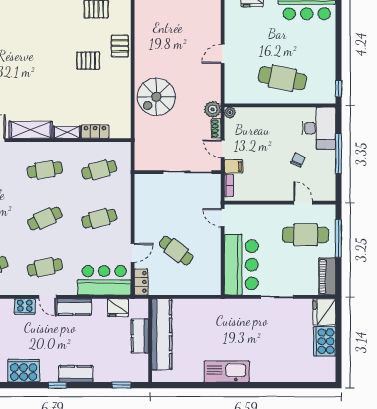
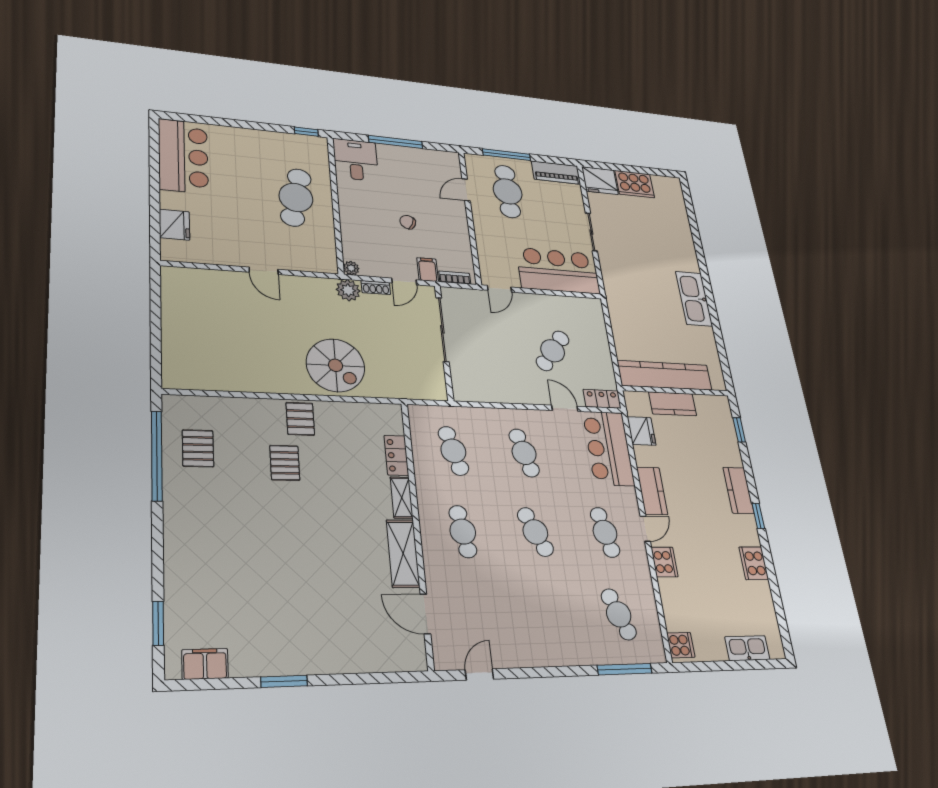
pallet: (120, 46) -> (300, 419), moved, turned 90
desk: (319, 128) -> (356, 160), width x0.73
chair: (298, 160) -> (408, 222), moved
cooker: (24, 371) -> (754, 563), width x0.73, depth x0.76

